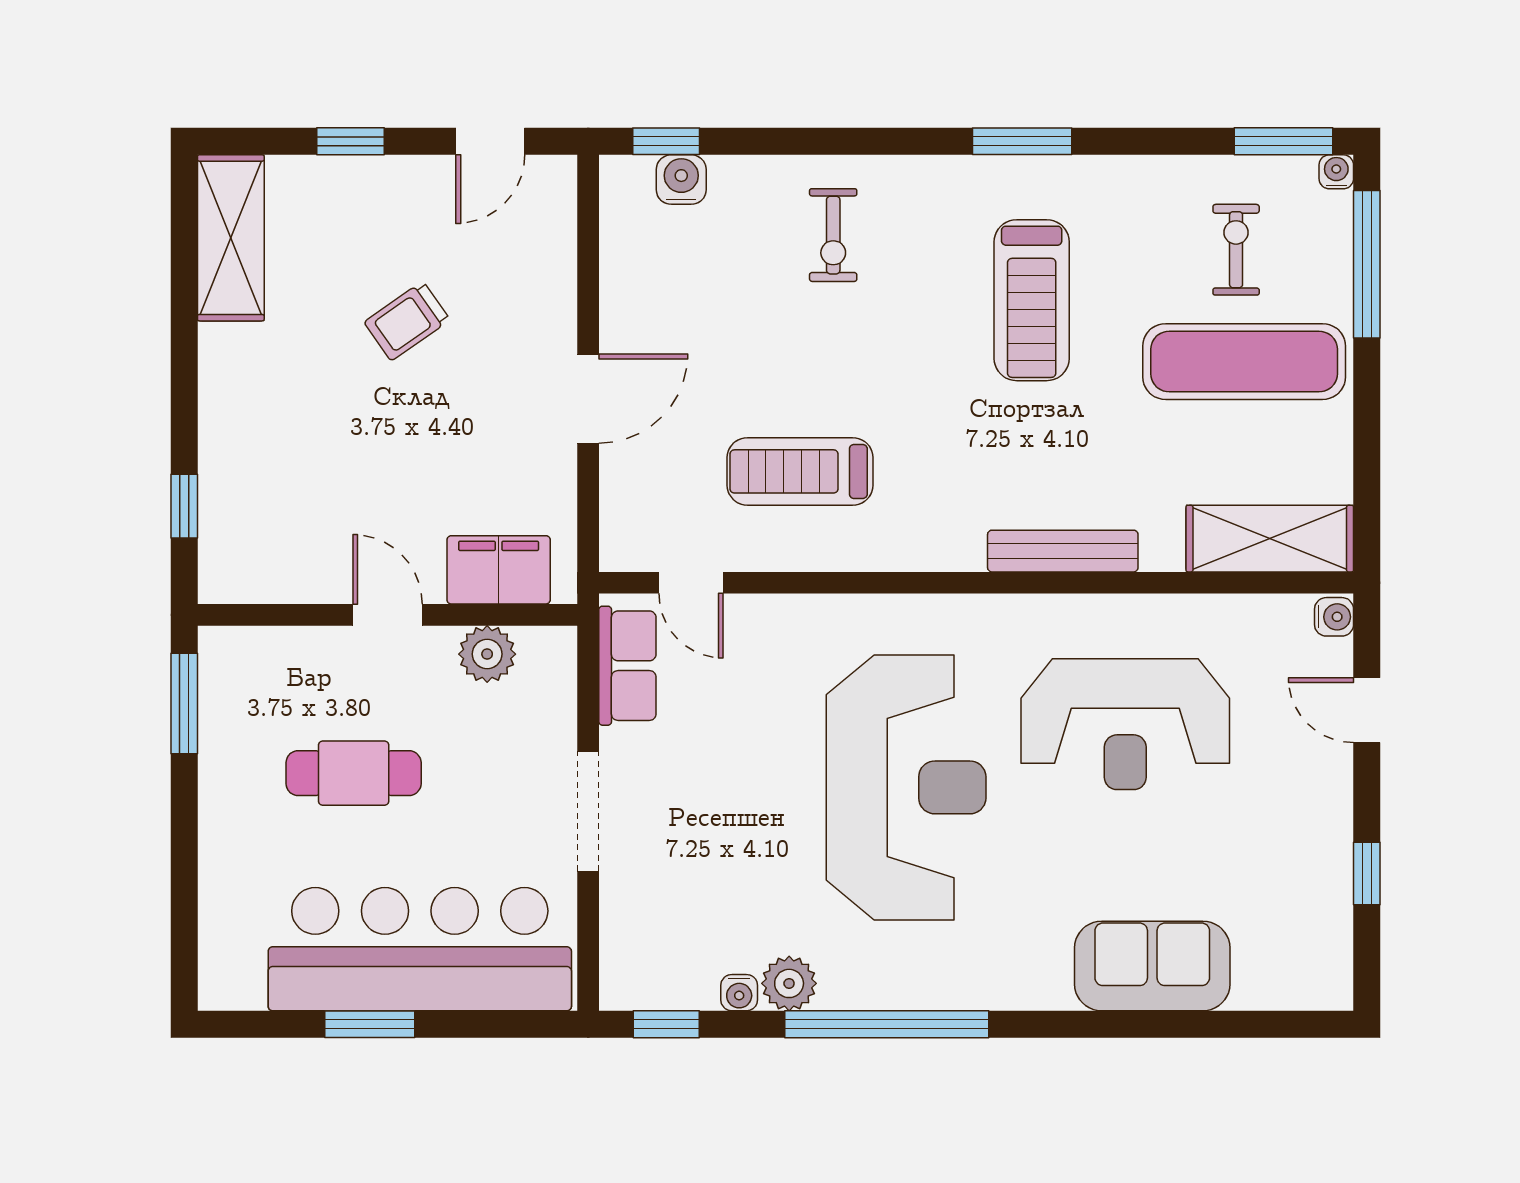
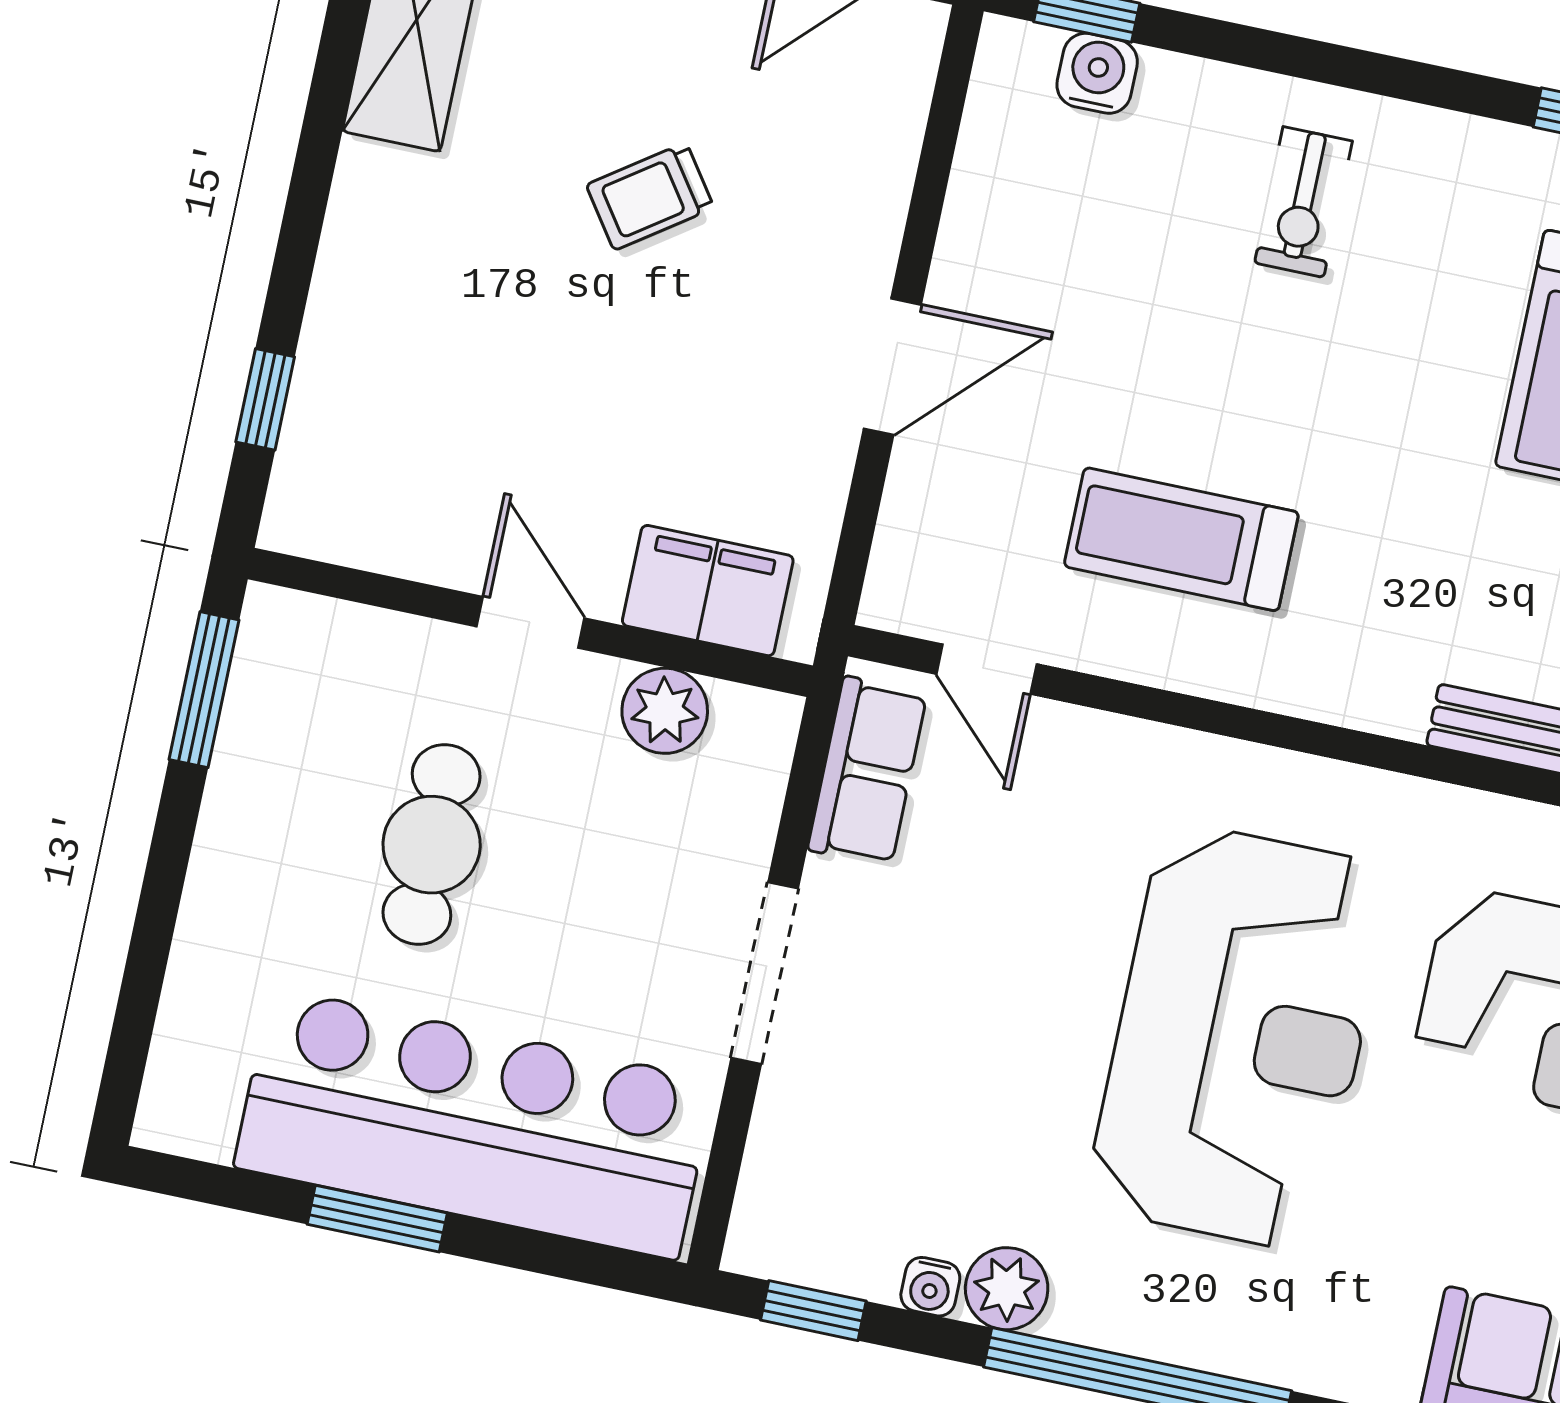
cafe table: (354, 773) -> (432, 845), turned 90

